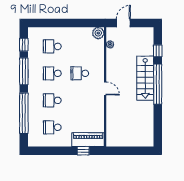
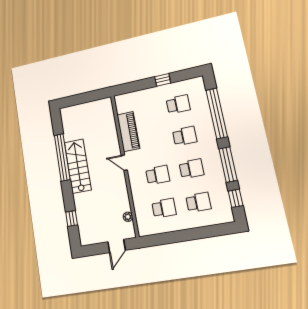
plant: (98, 33) -> (145, 229), removed
school desk: (80, 46) -> (164, 208), added
stairs: (145, 78) -> (78, 166), moved
window: (158, 84) -> (62, 157), moved
piano: (88, 140) -> (128, 132), moved, turned -90
window: (83, 151) -> (163, 80), moved

